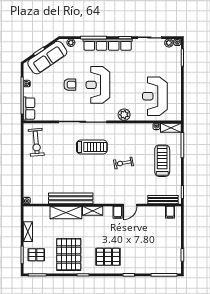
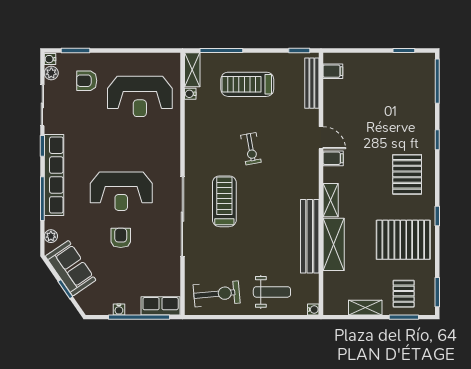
sofa: (47, 58) -> (71, 268), width x0.73
armchair: (164, 64) -> (87, 81), added
plant: (124, 115) -> (171, 148), removed
weight bench: (37, 176) -> (272, 292), added

